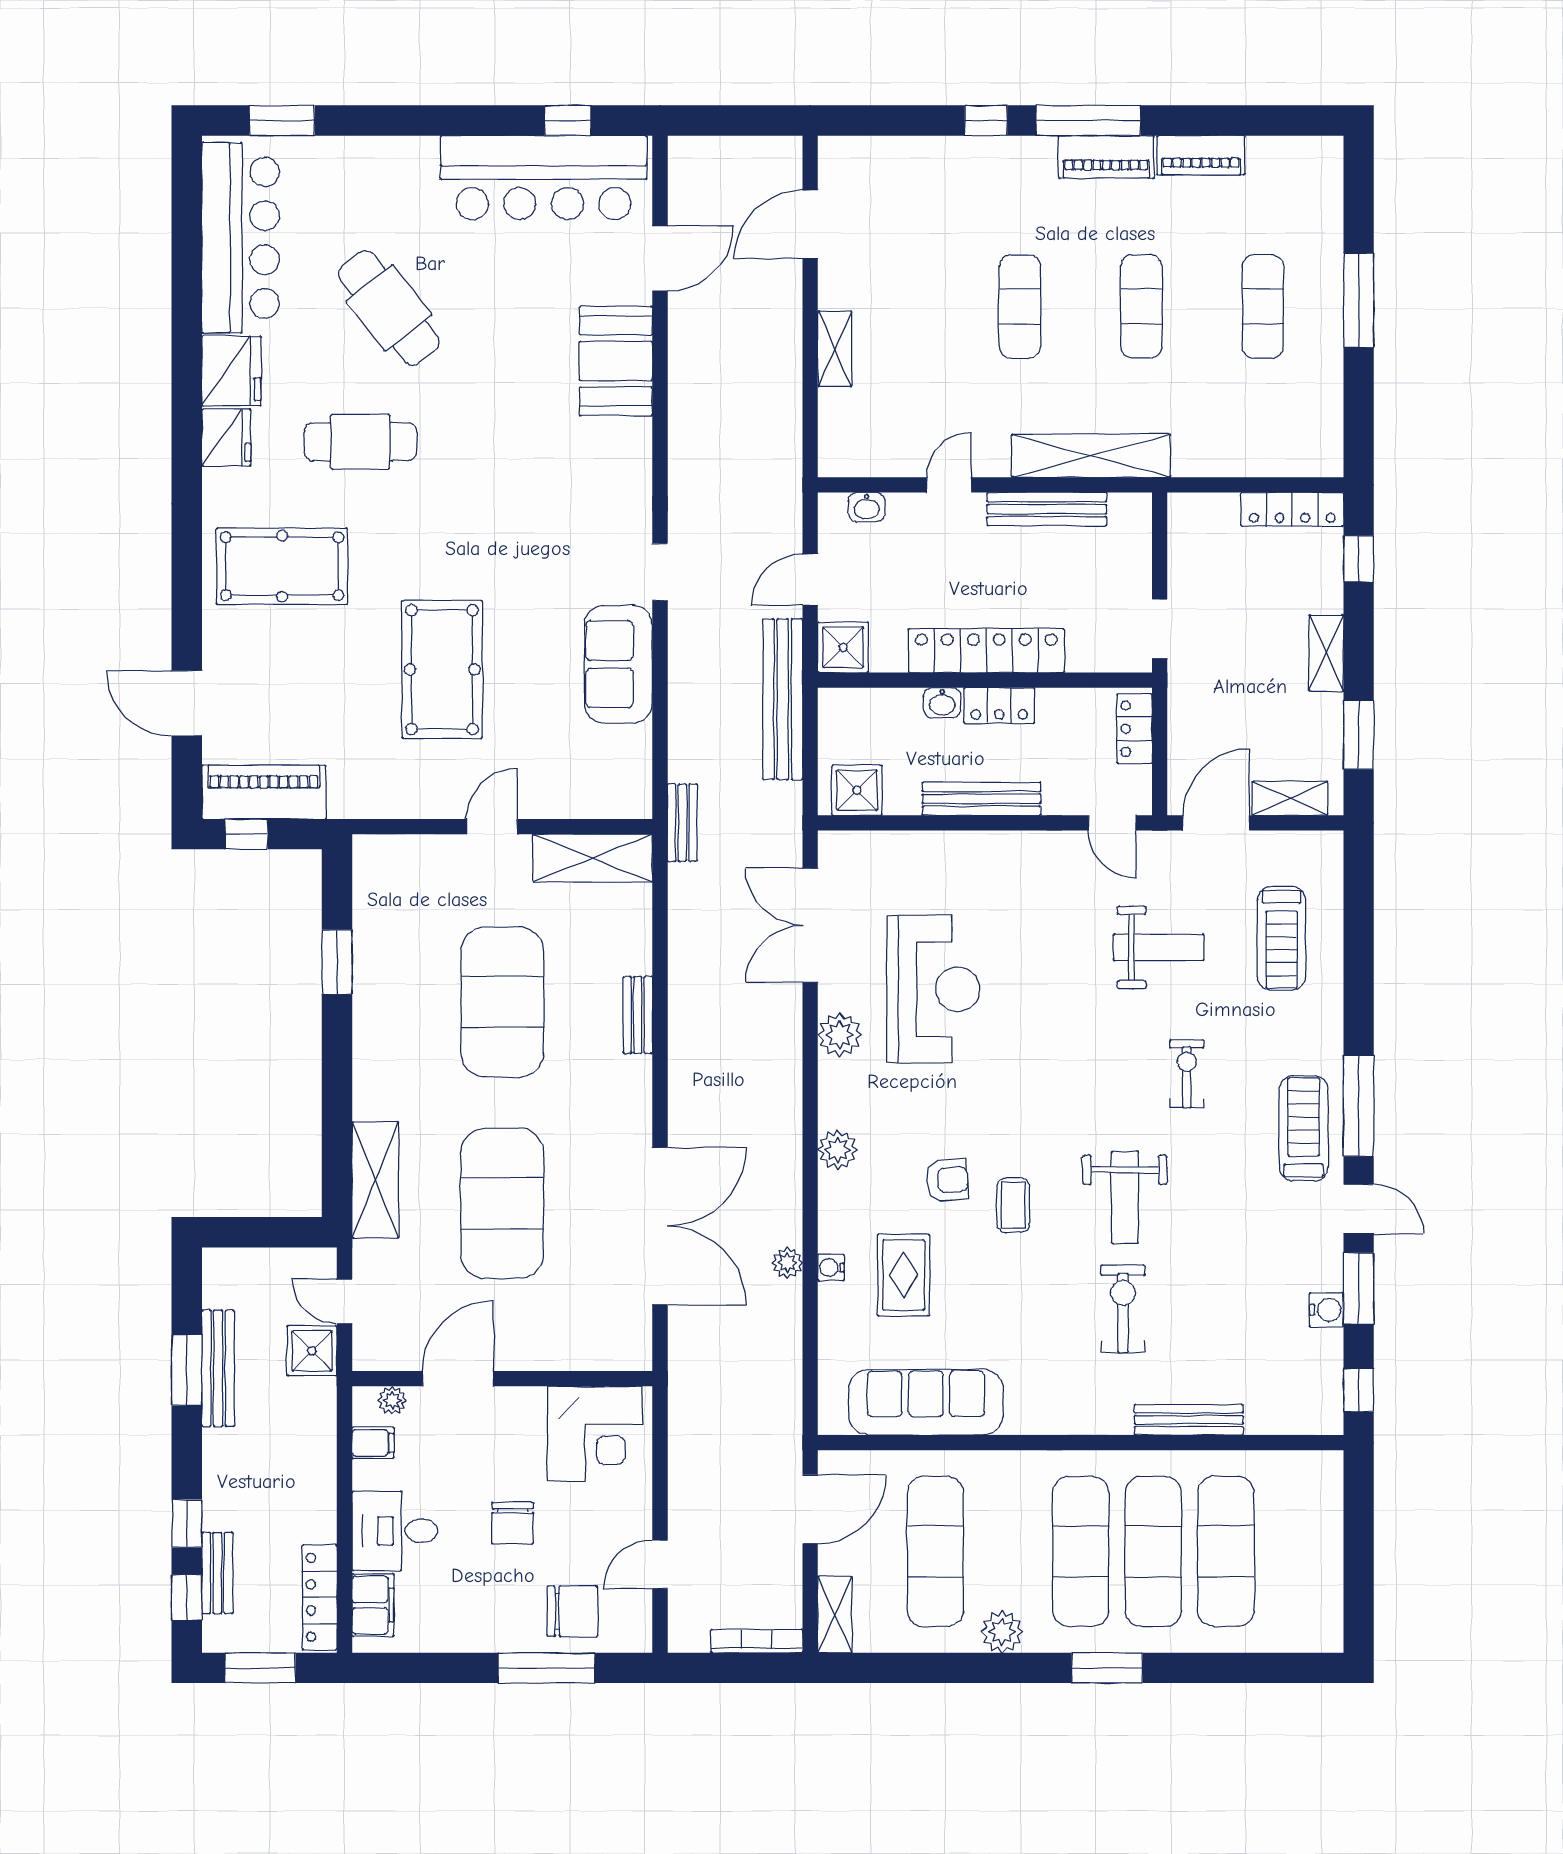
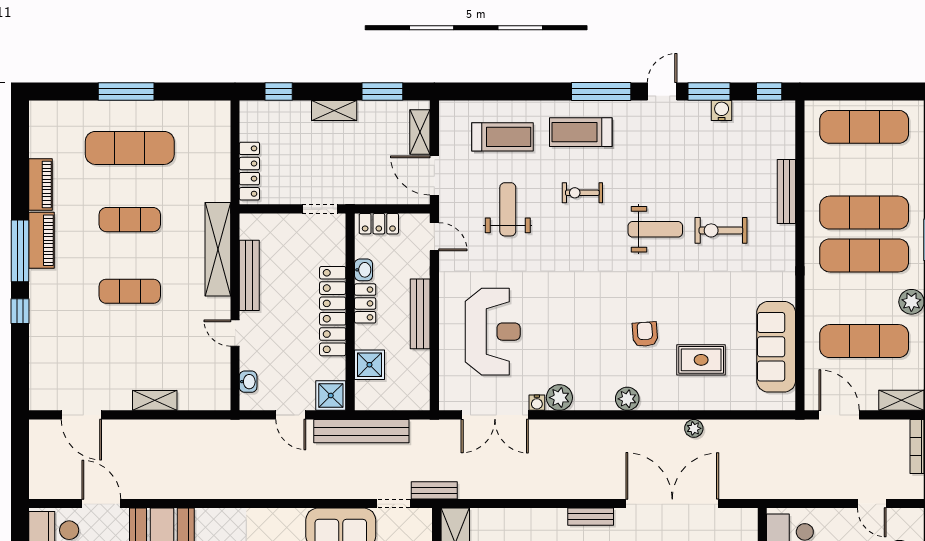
exercise mat: (1263, 306) -> (130, 148), width x1.36, depth x1.45
locker: (1292, 509) -> (249, 171), moved
doorway: (660, 572) -> (393, 504), moved
washbasin: (942, 703) -> (364, 270), moved
shower: (857, 790) -> (369, 365), moved
door: (1112, 823) -> (434, 237), hinge flipped
reception desk: (934, 989) -> (493, 332), moved, turned 90
bench: (638, 1015) -> (591, 517), moved
treadmill: (1304, 1128) -> (581, 132), moved
coffee table: (1013, 1205) -> (660, 295), removed
water cooler: (831, 1268) -> (537, 403), moved
exercise mat: (1226, 1551) -> (864, 127), moved

